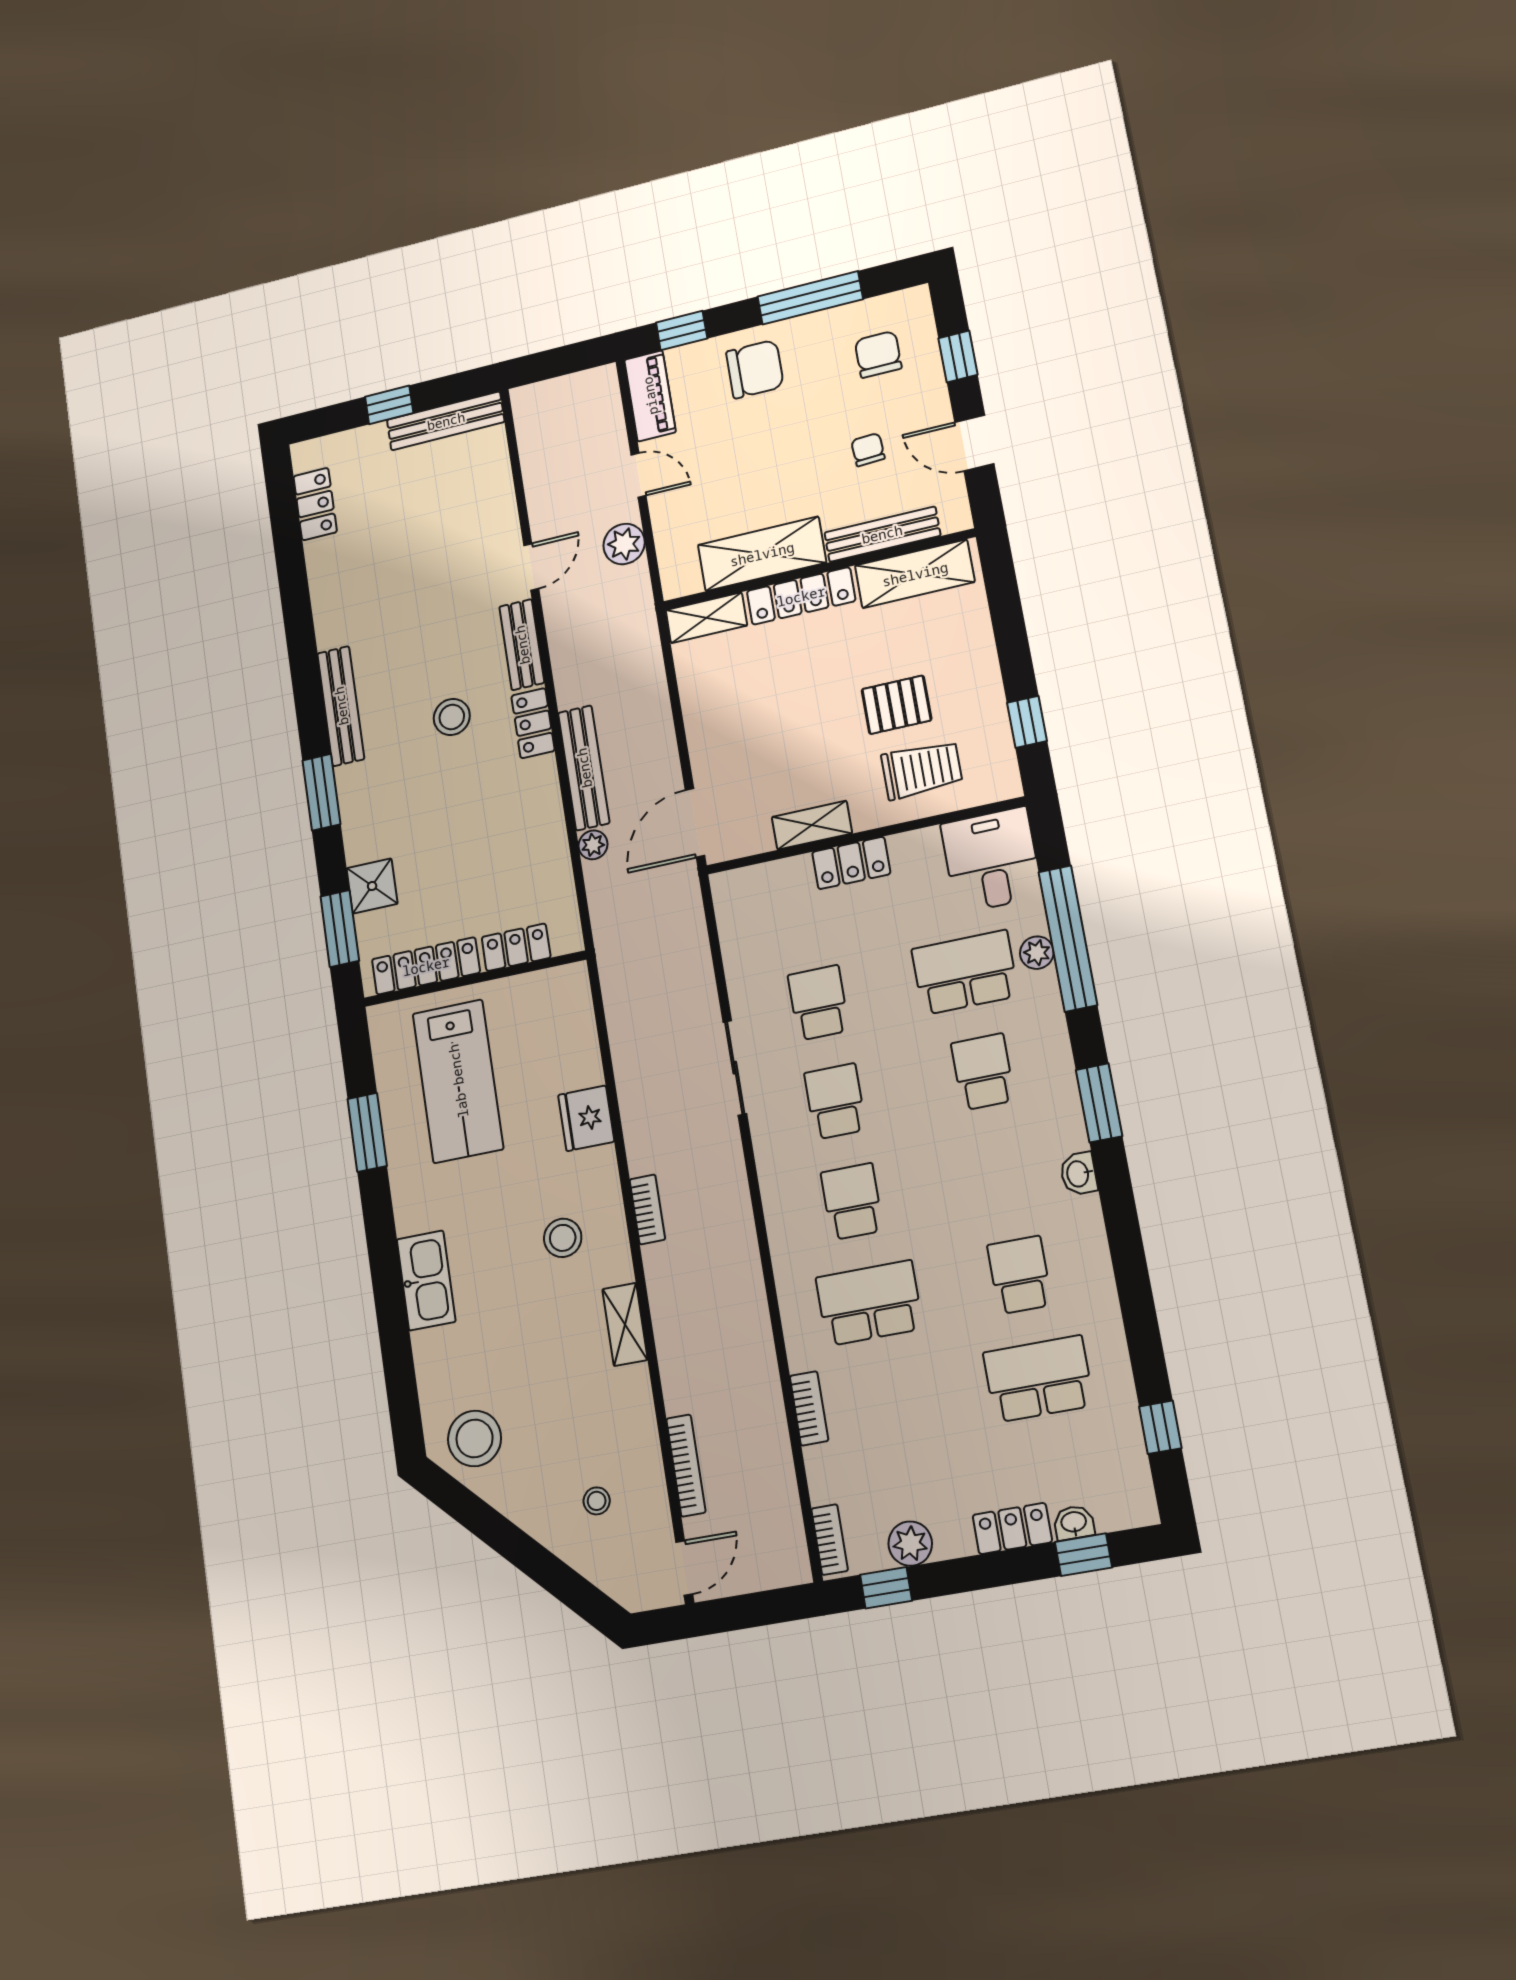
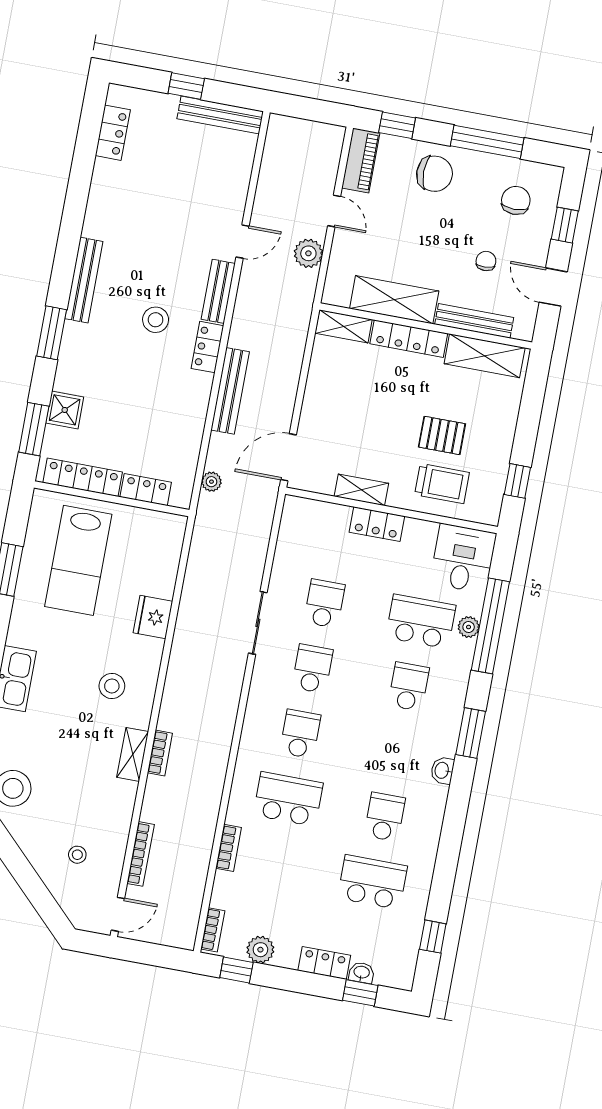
plant: (593, 845) -> (211, 482), moved
bookcase: (647, 1209) -> (160, 753), moved

